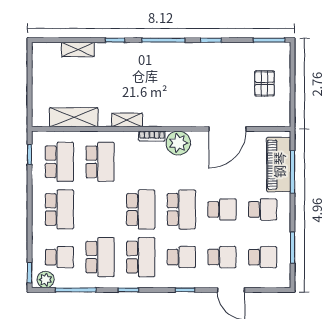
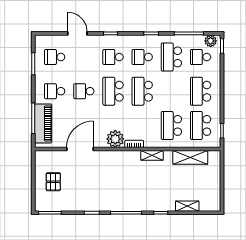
school desk: (141, 257) -> (142, 57), width x0.54
school desk: (222, 257) -> (84, 57), removed

